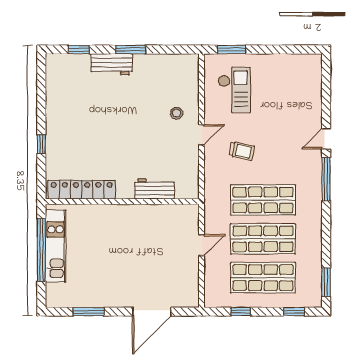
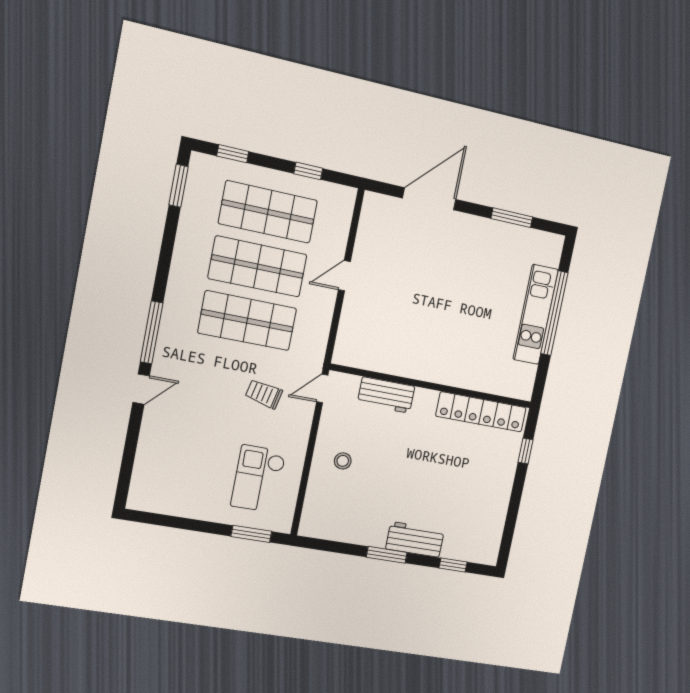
door: (201, 135) -> (322, 389), moved
workbench: (155, 189) -> (386, 395), moved
locker: (82, 190) -> (481, 412), moved
wall: (122, 202) -> (432, 386), moved

